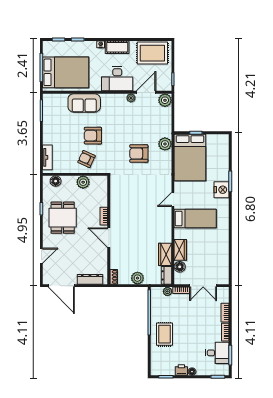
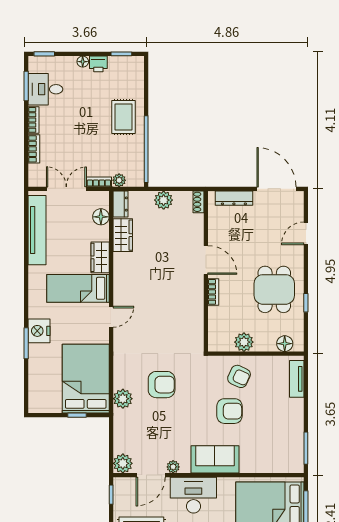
sofa: (84, 103) -> (215, 459), moved
wardrobe: (180, 250) -> (100, 257), moved
tv unit: (223, 258) -> (37, 230), added

